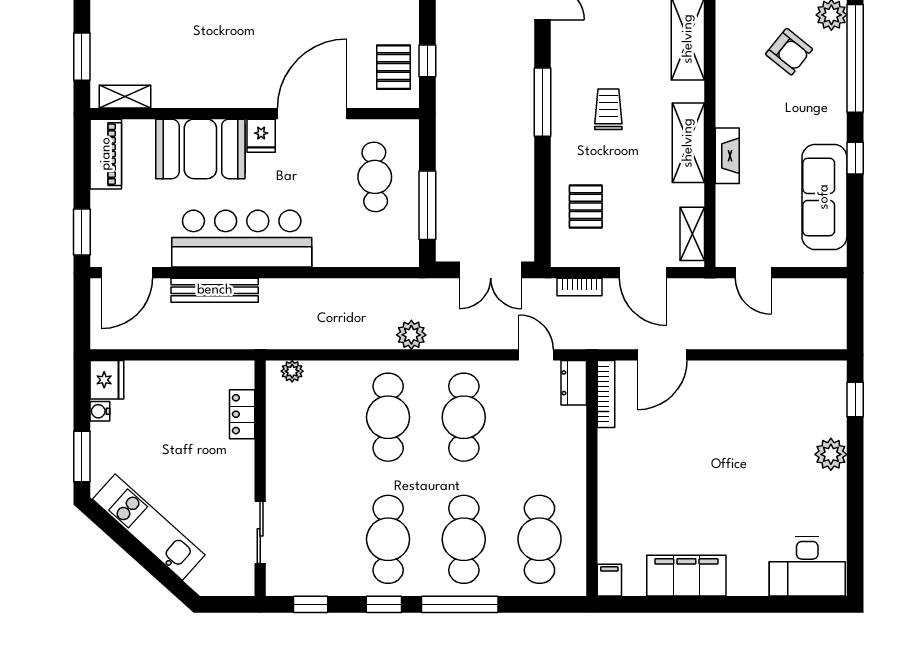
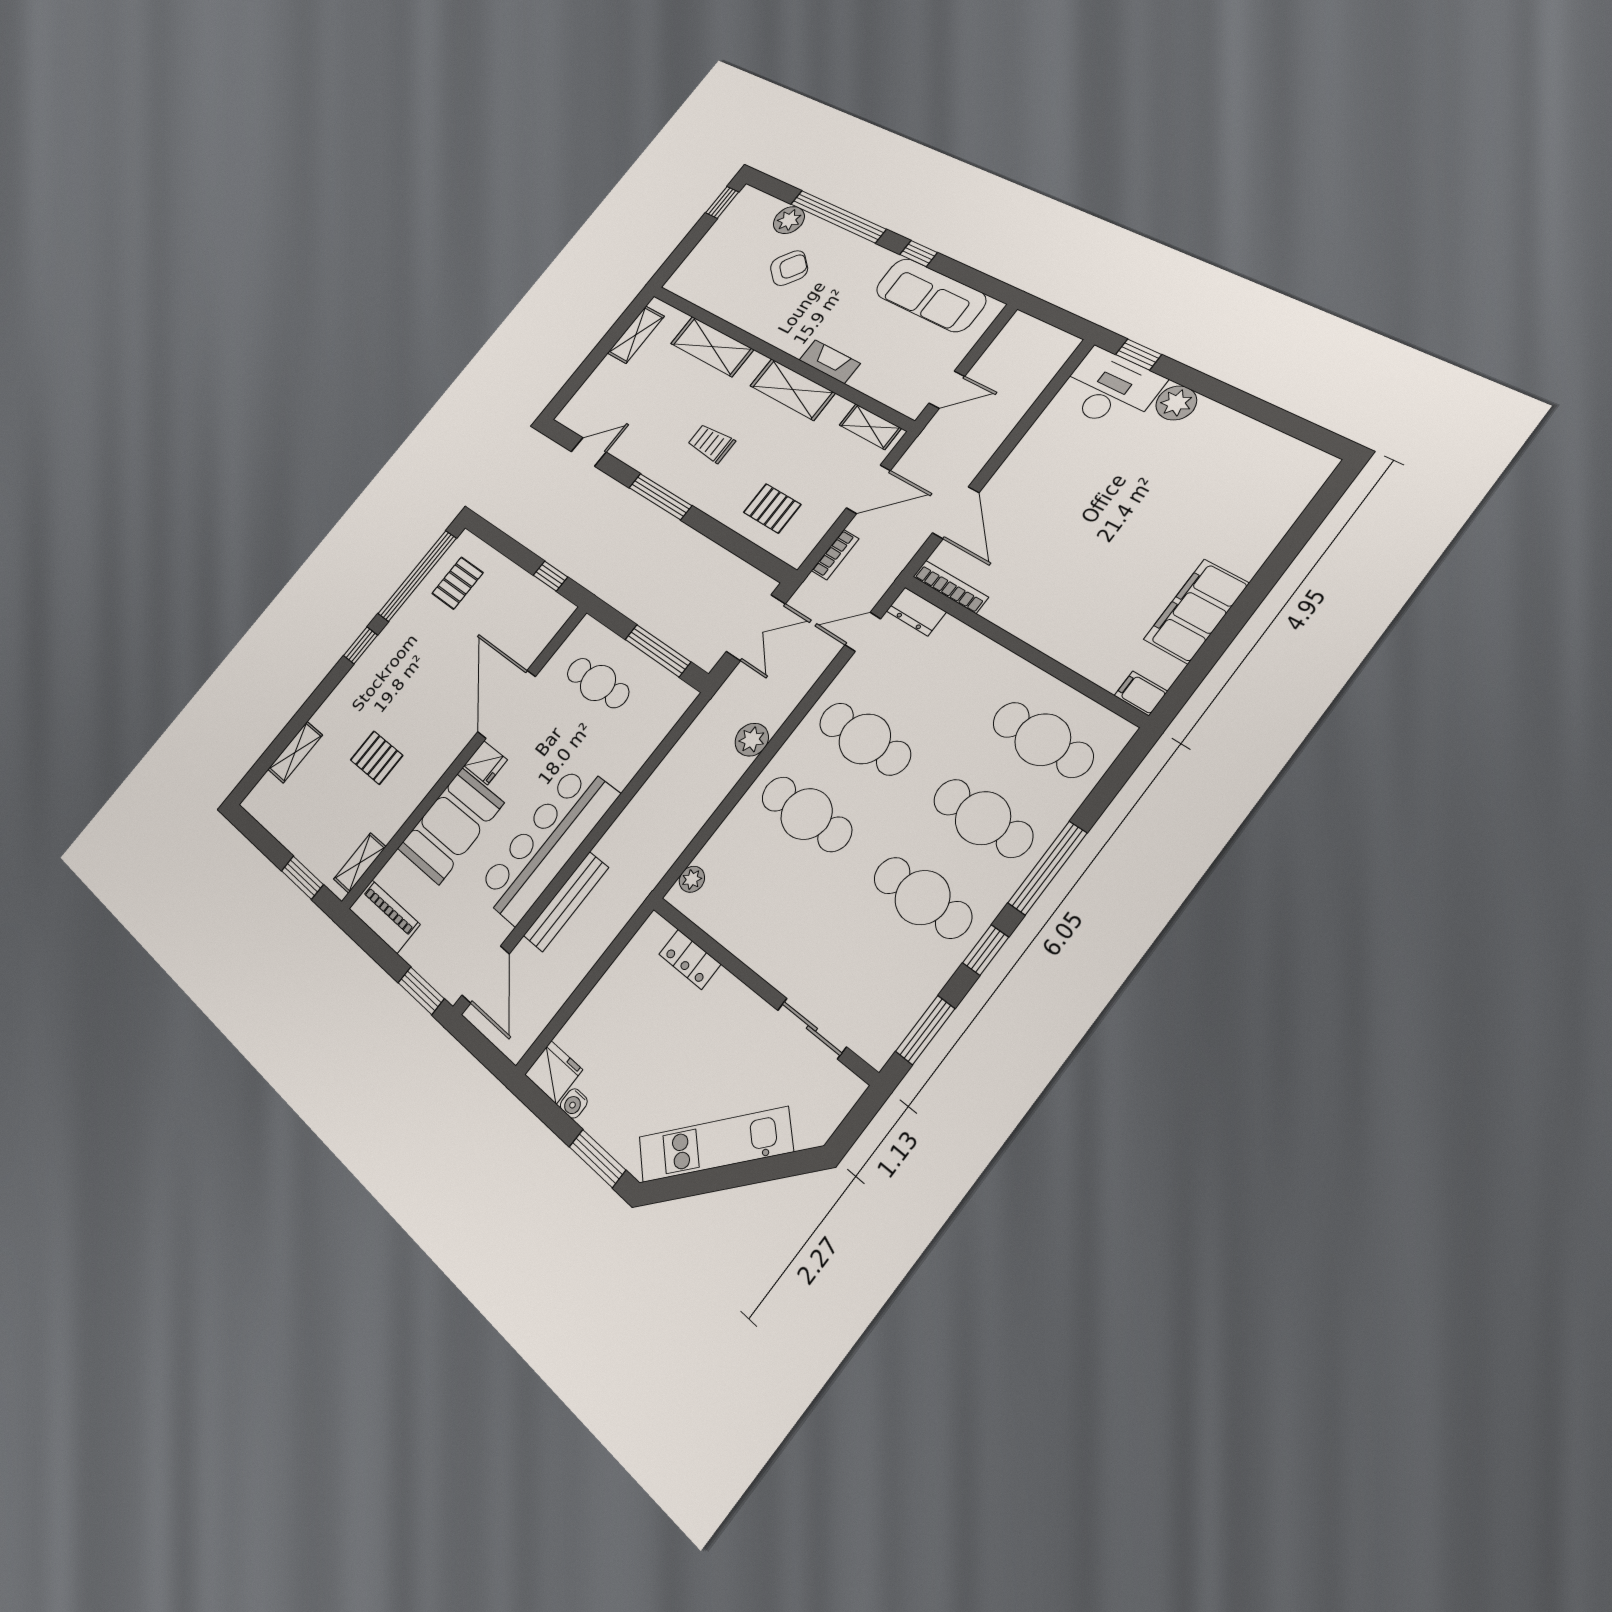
pallet: (393, 67) -> (377, 758), moved
desk: (807, 566) -> (1110, 389), moved, turned -90
window: (311, 604) -> (925, 1030), width x1.50

